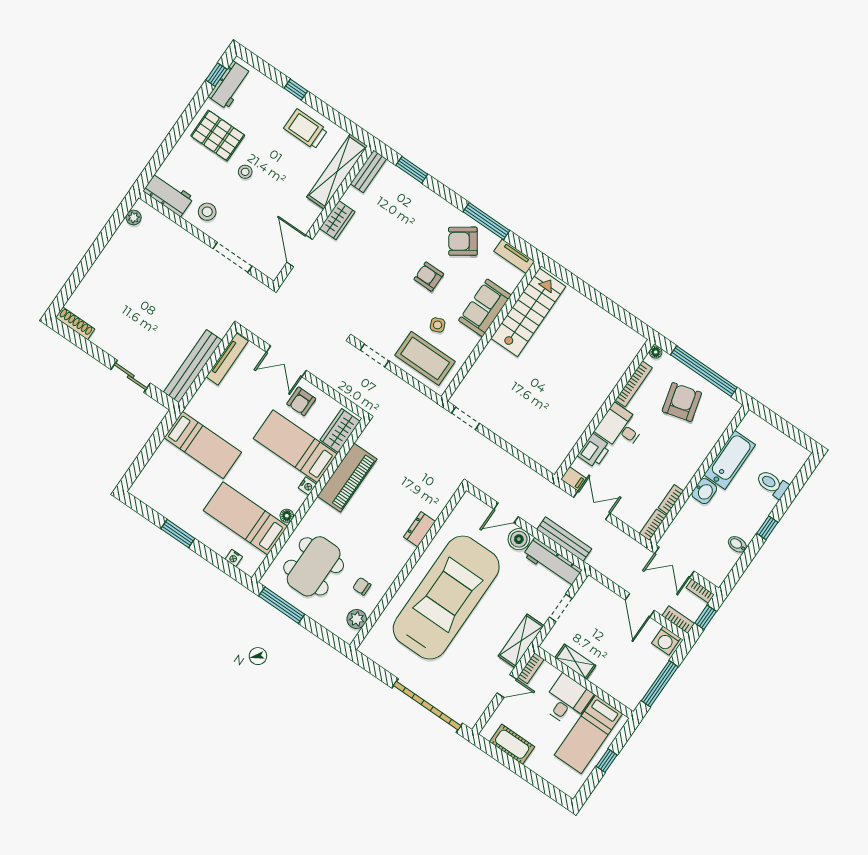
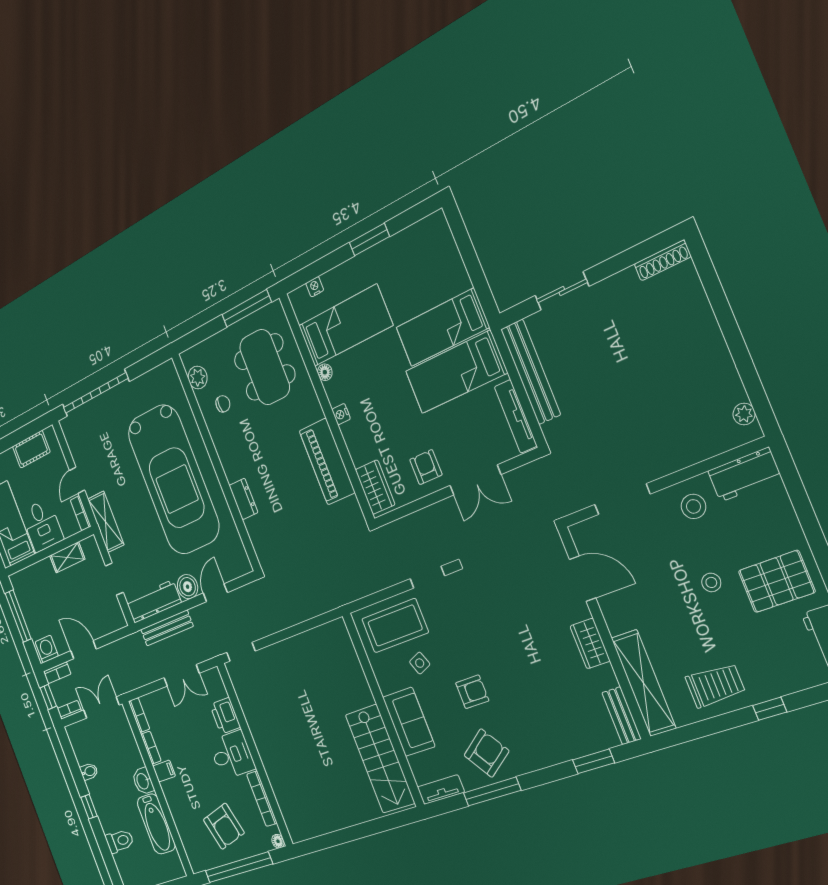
double door: (286, 361) -> (475, 480), swing flipped
doorway: (466, 418) -> (241, 652), moved
bed: (295, 446) -> (456, 372), moved, turned 180
filing cabinet: (573, 479) -> (164, 771), moved, turned 180

